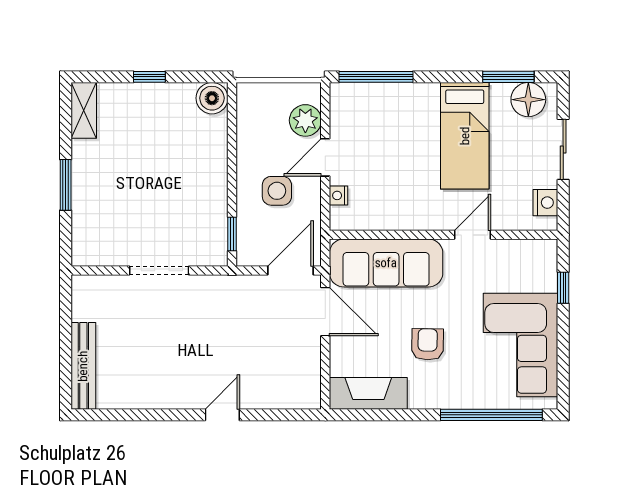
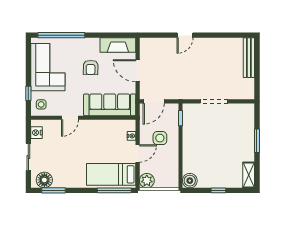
plant: (305, 120) -> (147, 181), moved
bed: (465, 136) -> (111, 174), moved, turned -90
side table: (535, 264) -> (41, 104), added
door: (325, 312) -> (138, 71), moved

